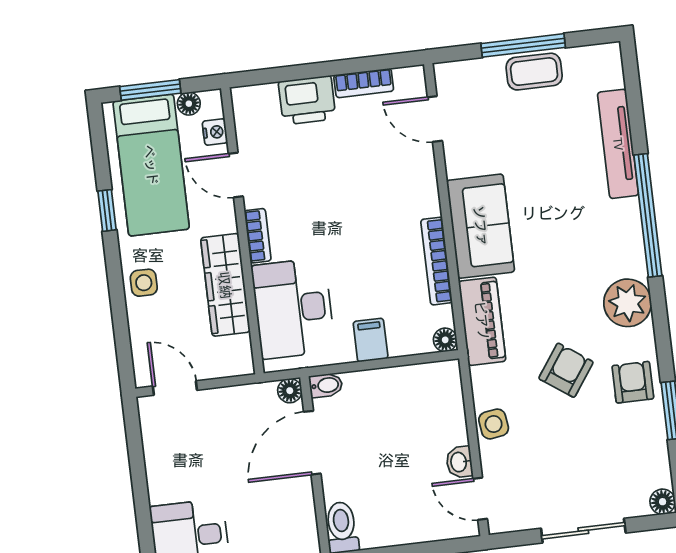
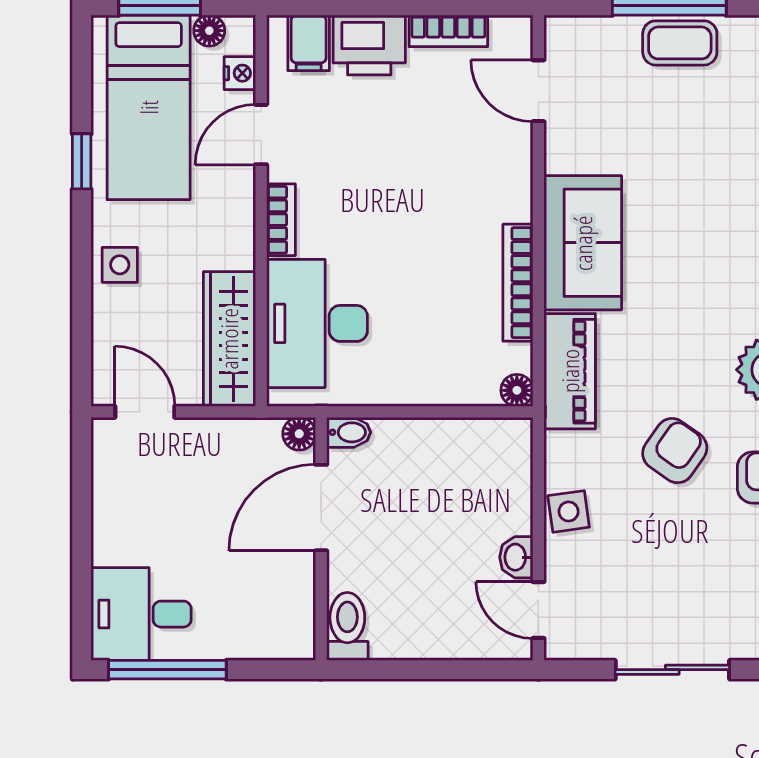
door: (236, 175) -> (261, 135), hinge flipped
wardrobe: (225, 285) -> (229, 339), moved
filing cabinet: (371, 340) -> (309, 43), moved, turned 180

